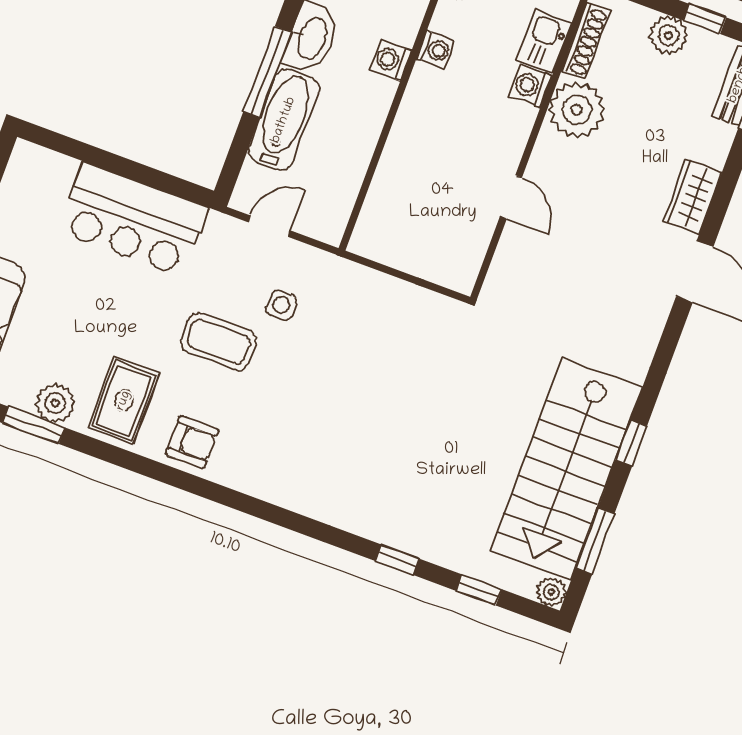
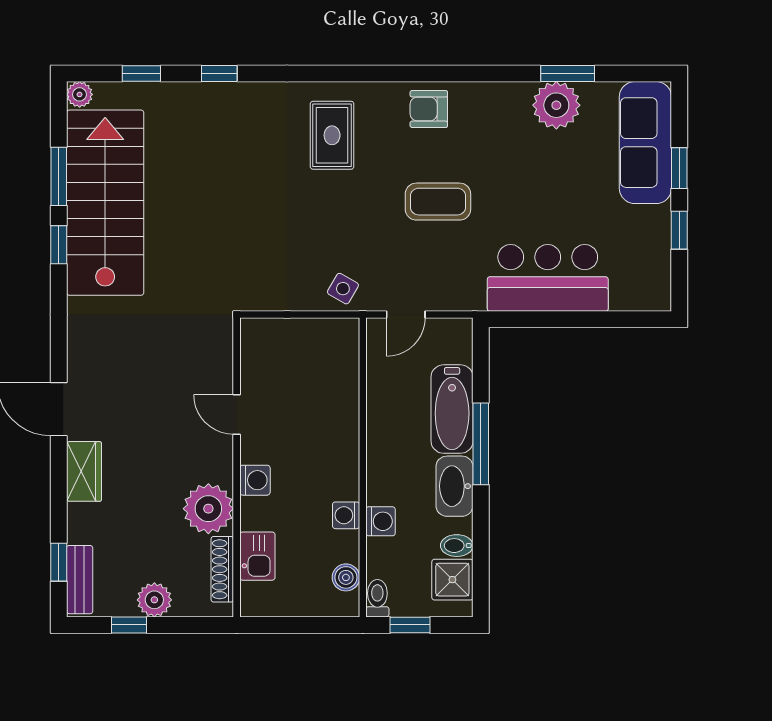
washing machine: (391, 60) -> (380, 521), moved
washing machine: (530, 86) -> (255, 480), moved
door: (269, 226) -> (406, 315), moved
side table: (281, 305) -> (343, 289), moved, turned 30
rug: (124, 401) -> (332, 135), moved
plant: (55, 403) -> (556, 105), width x1.36, depth x1.36
window: (595, 541) -> (59, 176), moved

